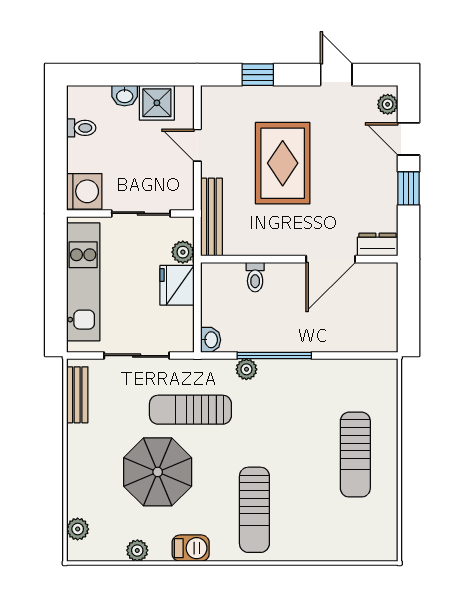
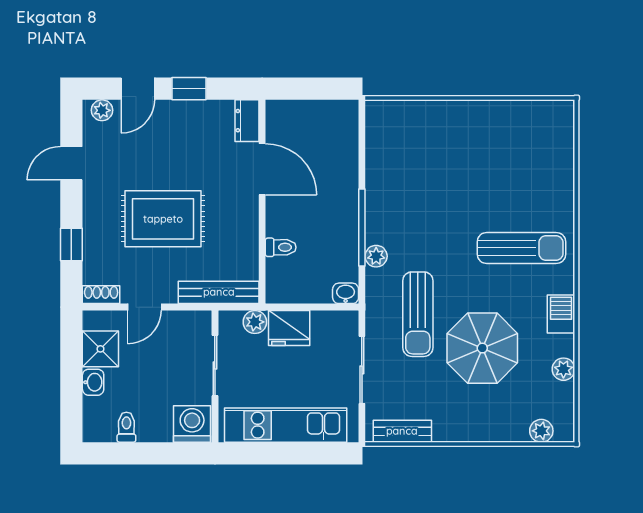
shoe rack: (209, 103) -> (101, 295), added
sun lounger: (355, 455) -> (464, 144), removed

